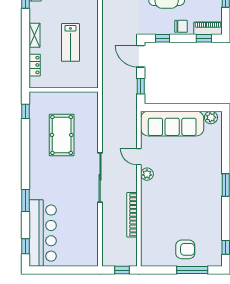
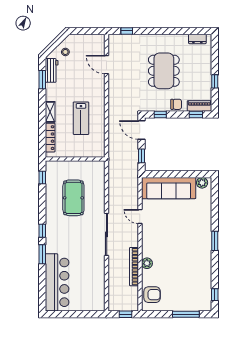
locker: (35, 65) -> (50, 138), width x1.53
plant: (147, 174) -> (147, 263), moved
window: (25, 246) -> (42, 231), moved
armchair: (185, 249) -> (152, 295), moved

